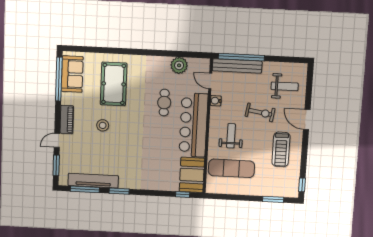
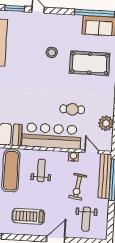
door: (210, 81) -> (92, 152), hinge flipped
exercise bike: (260, 112) -> (78, 187), moved
piano: (67, 120) -> (57, 19), removed
weight bench: (231, 136) -> (41, 170), turned -90

